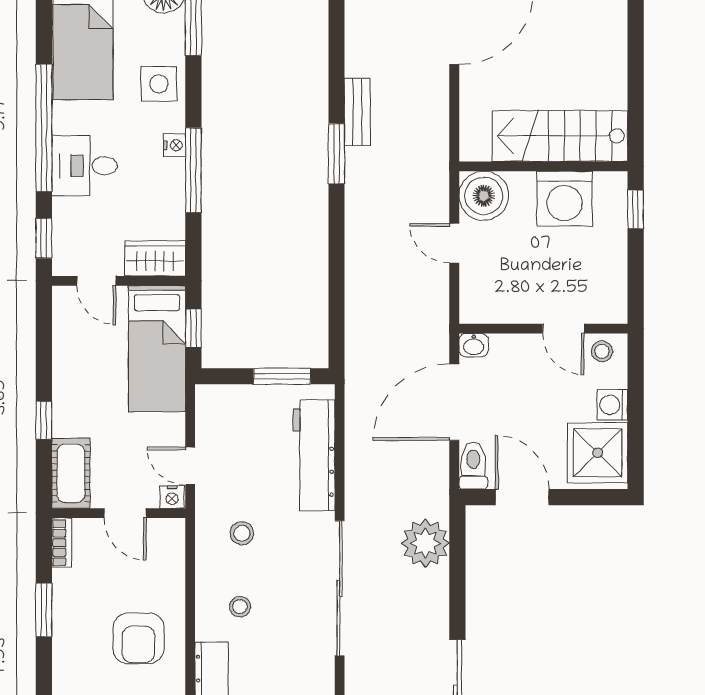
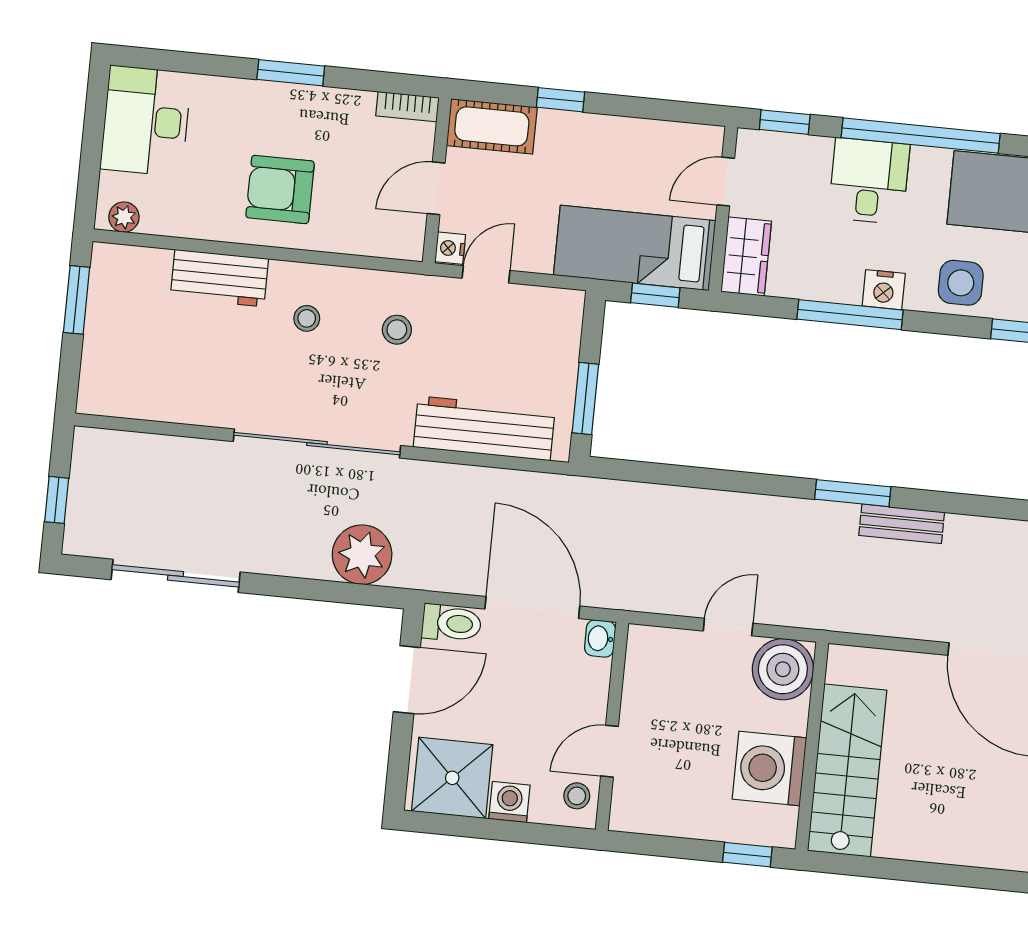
nightstand: (174, 145) -> (884, 290), width x1.39, depth x1.35
window: (44, 610) -> (291, 73), moved

